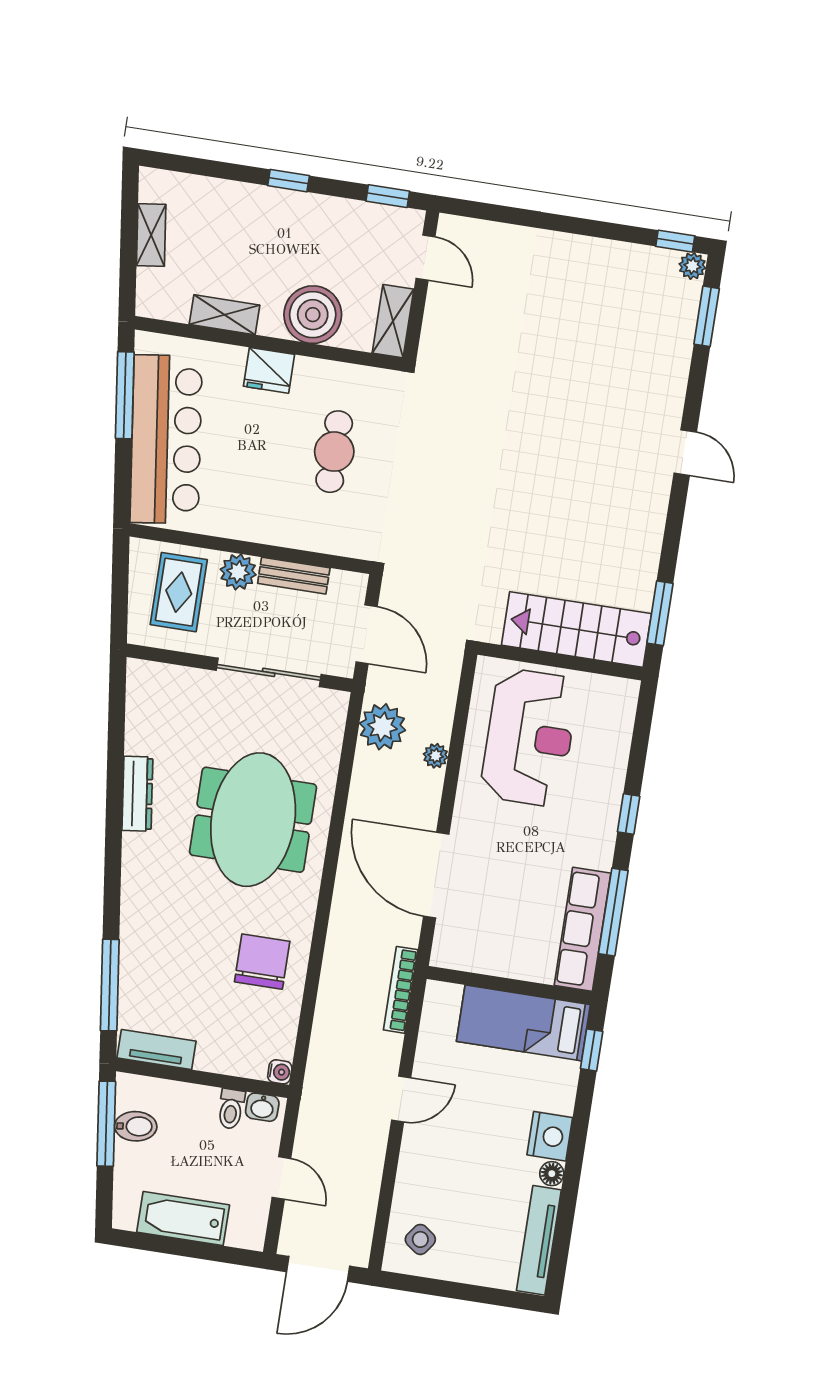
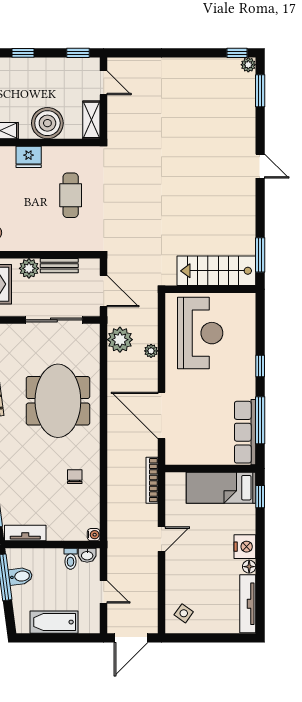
chair: (262, 962) -> (75, 477), width x0.54, depth x0.54

